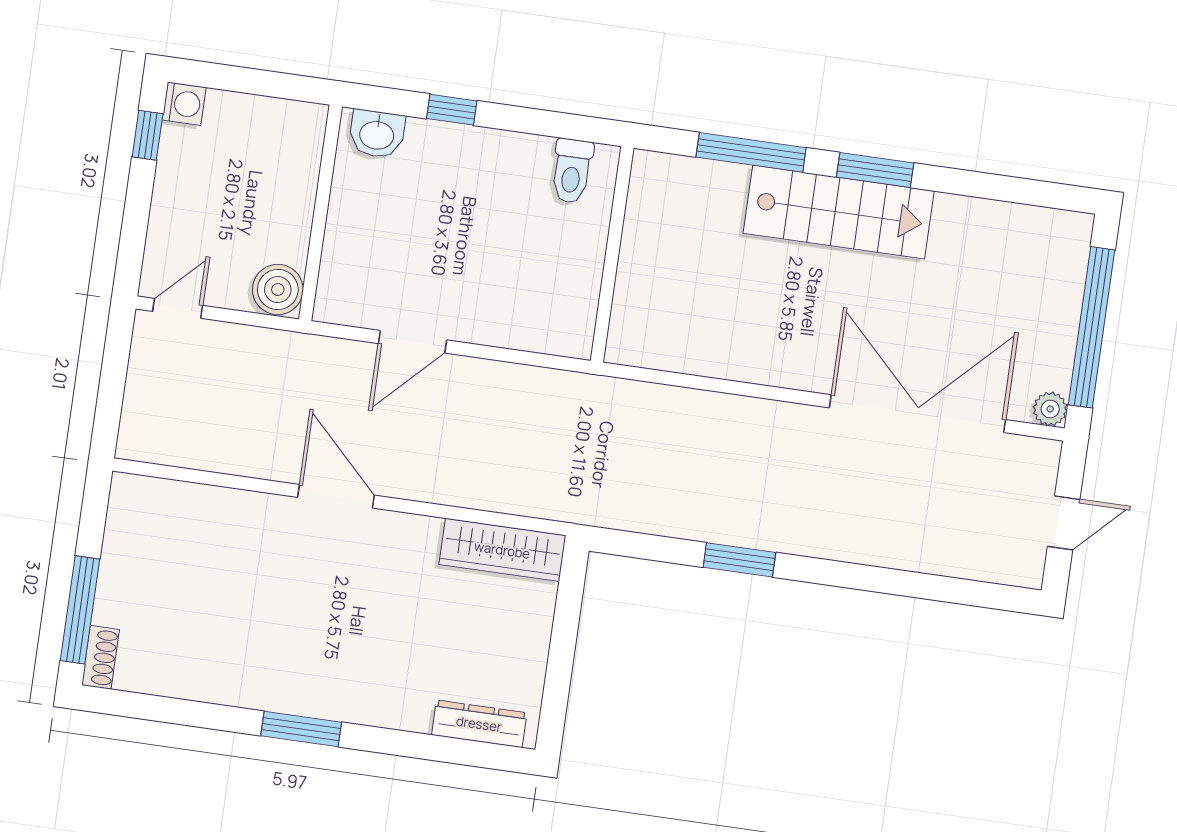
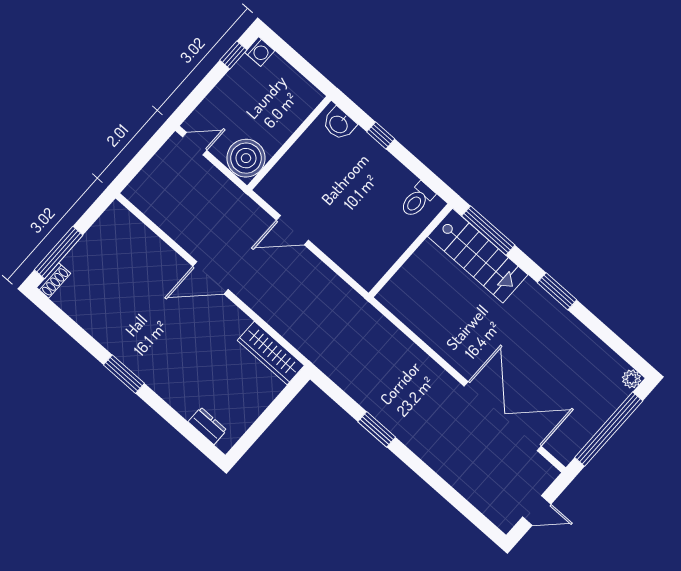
window: (751, 152) -> (488, 231), moved
stairs: (839, 212) -> (478, 256), moved
boiler: (278, 290) -> (246, 158), width x1.37, depth x1.37
plant: (1050, 409) -> (632, 379), moved
door: (336, 496) -> (211, 278), swing flipped
dresser: (479, 724) -> (207, 426), width x0.70

